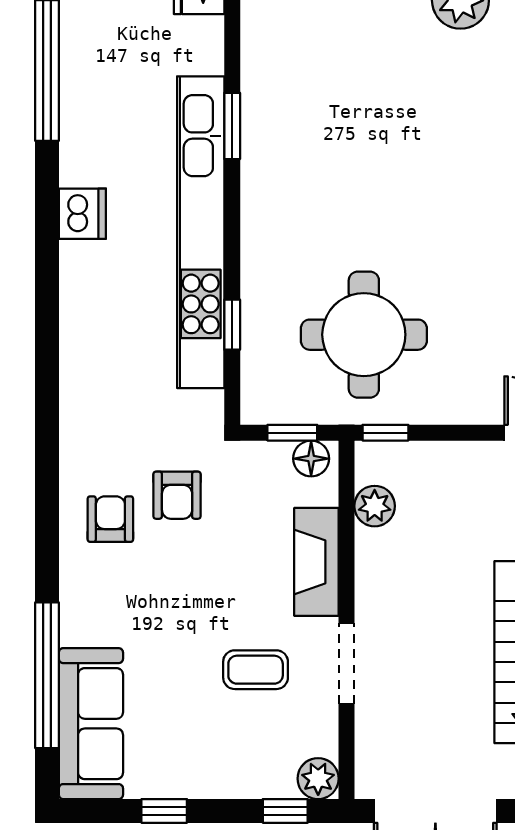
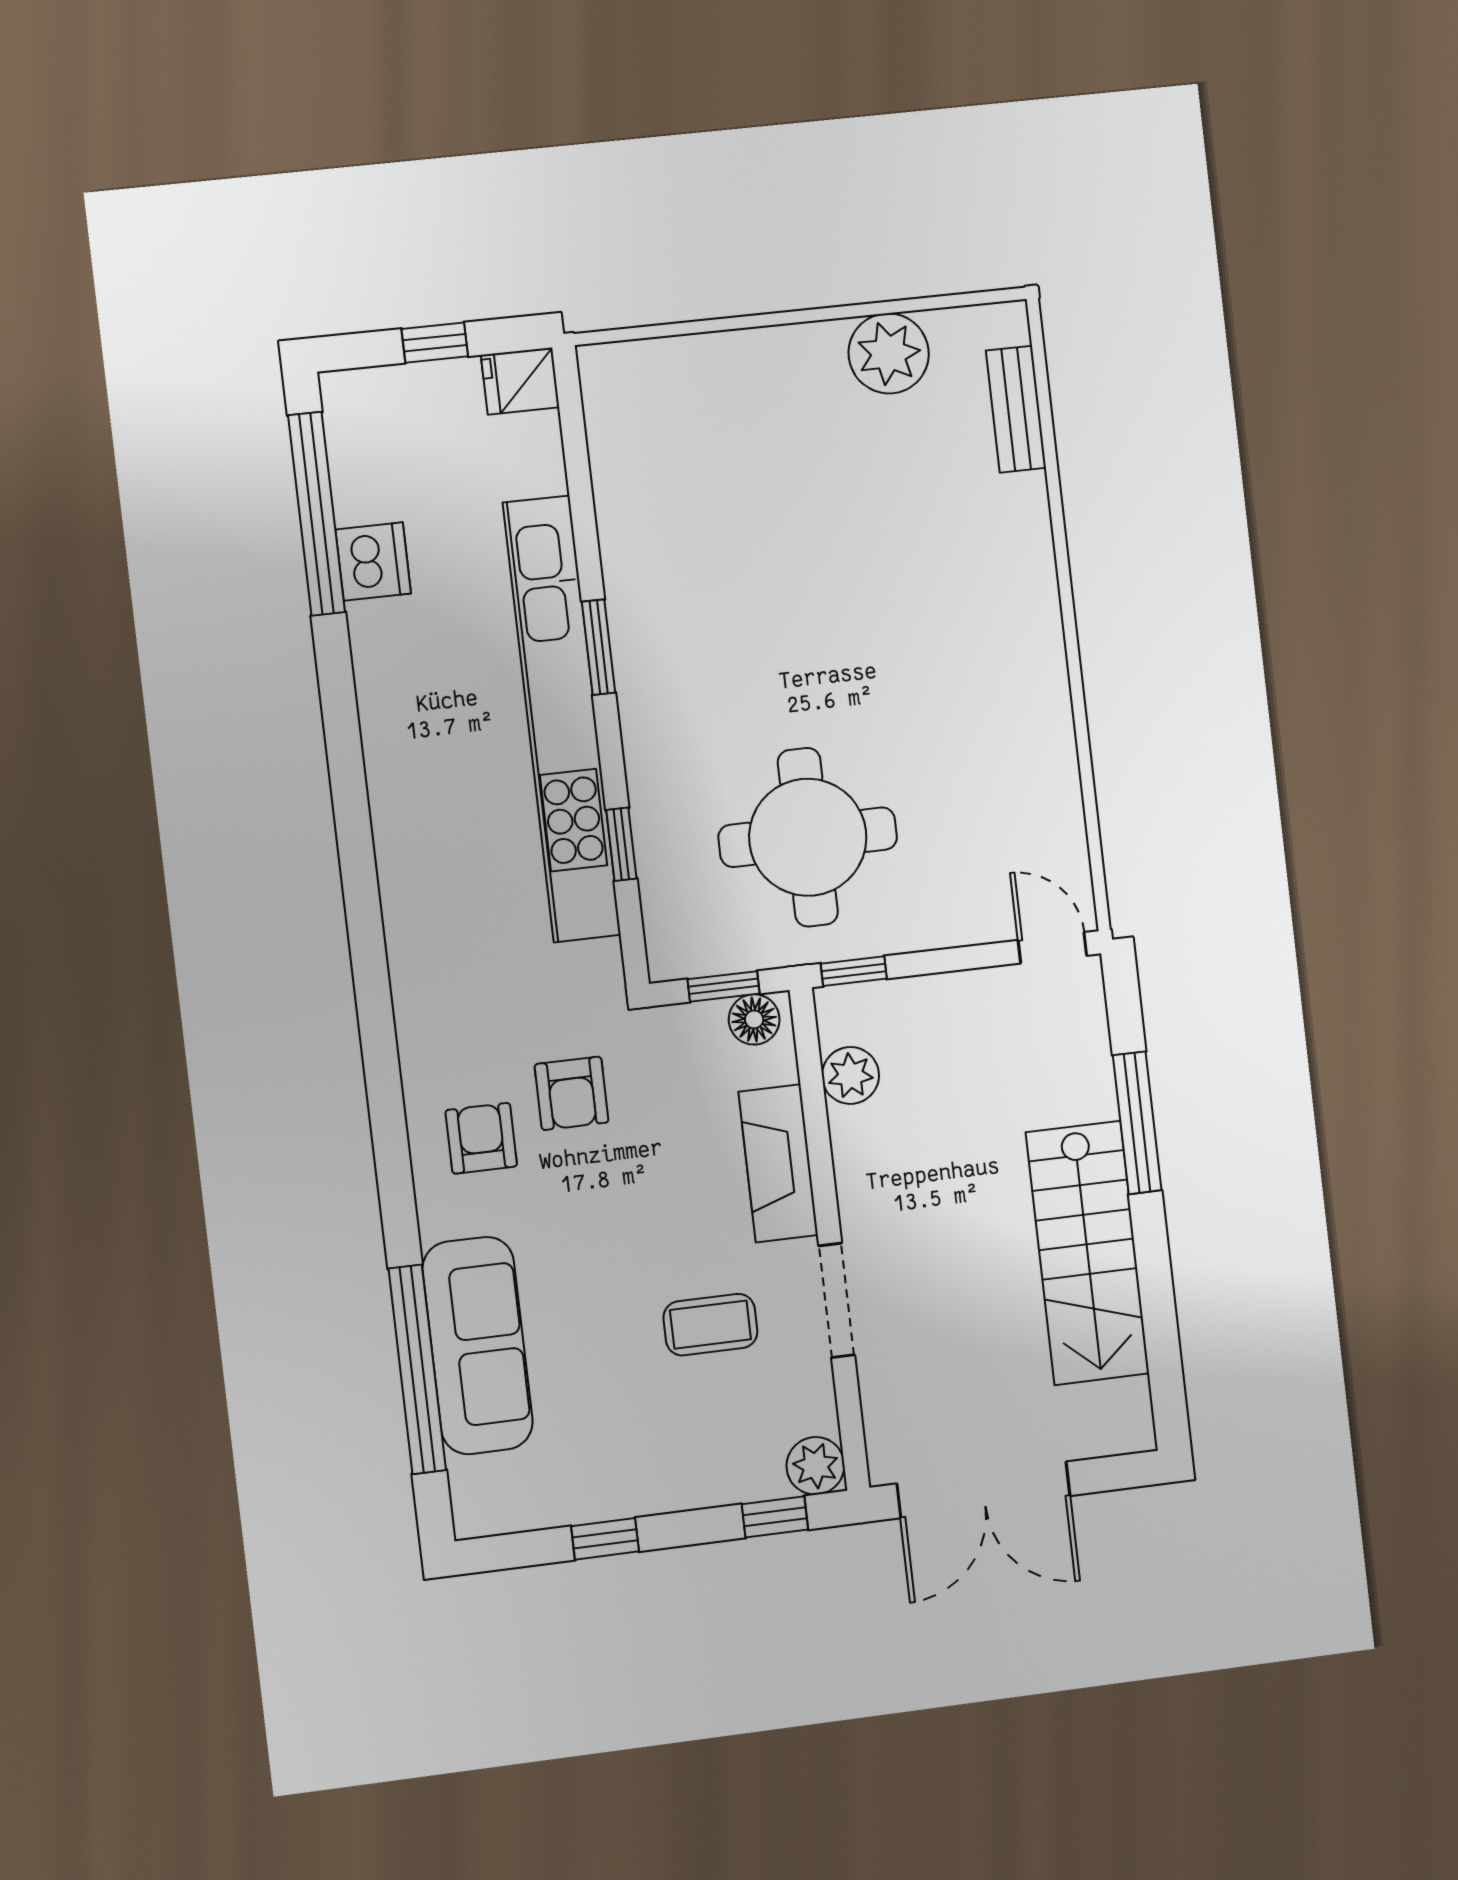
window: (232, 126) -> (598, 647), moved
dishwasher: (82, 214) -> (373, 561), moved
sofa: (91, 724) -> (478, 1346), moved

